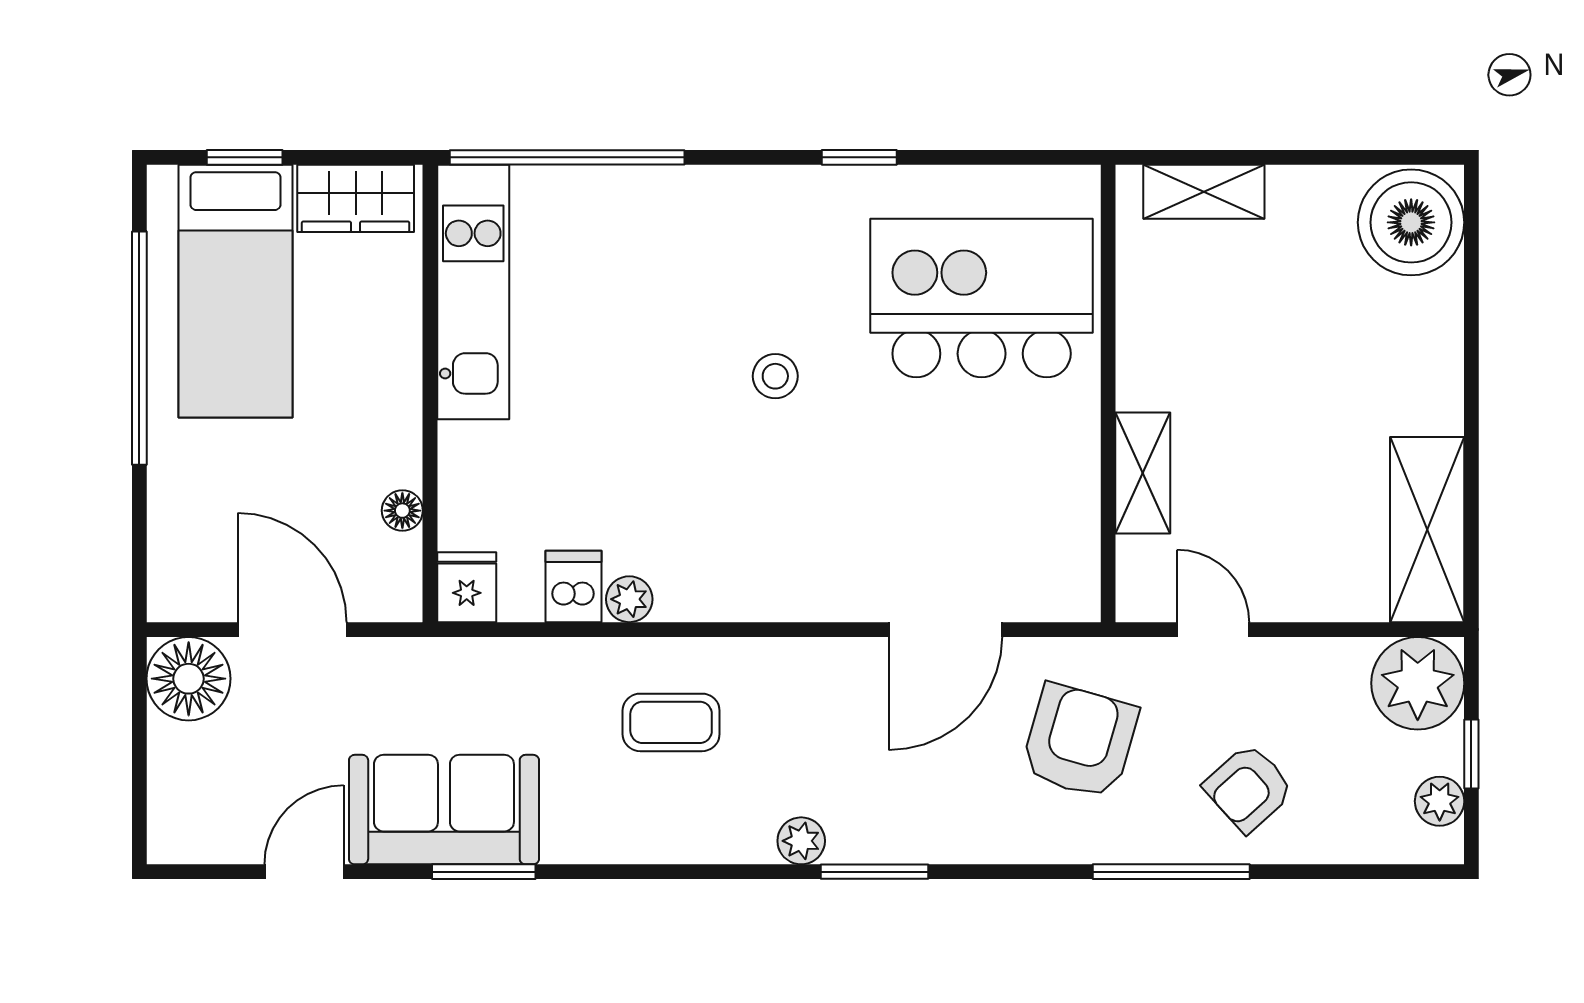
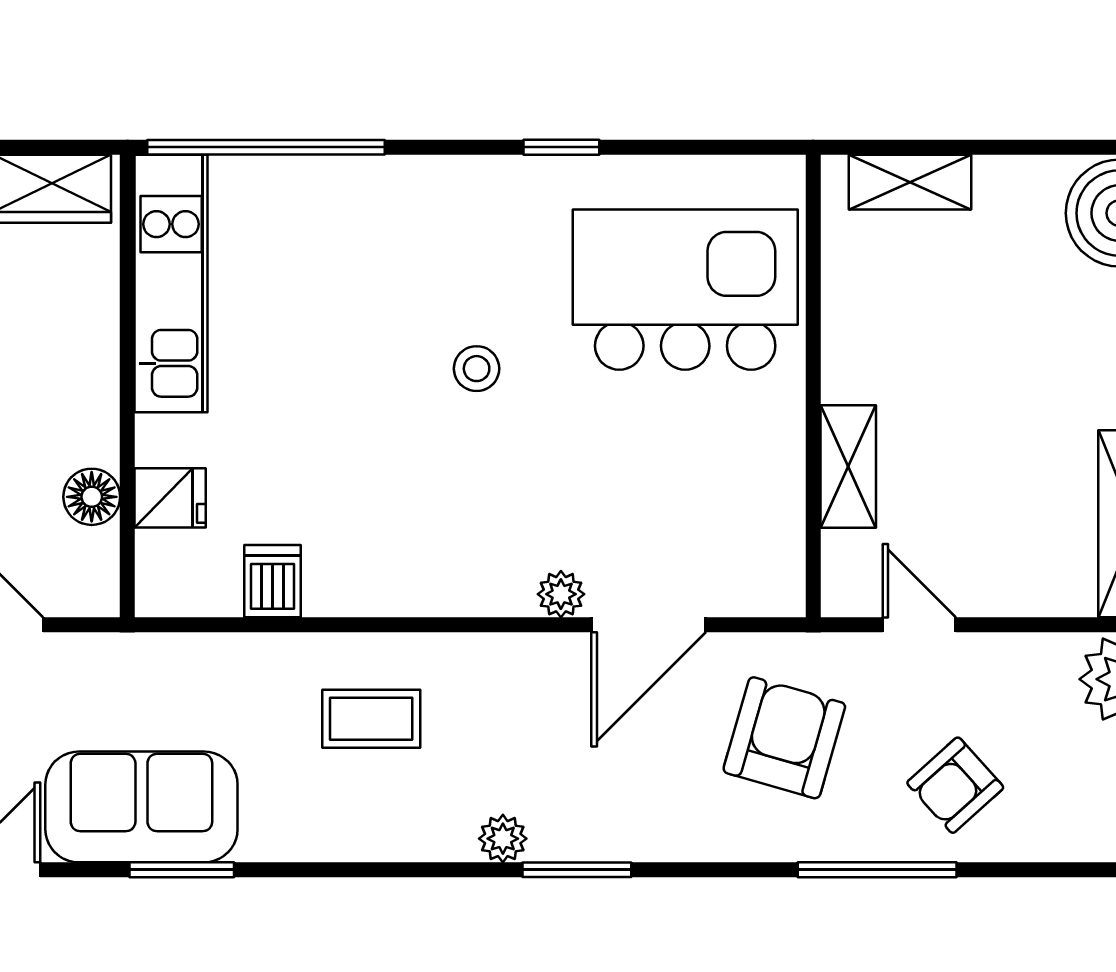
floor lamp: (402, 511) -> (92, 497), width x1.37, depth x1.37
fridge: (467, 587) -> (170, 498), moved, turned 90
plant: (629, 599) -> (561, 594), moved

